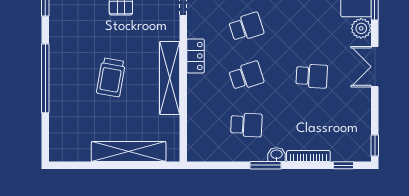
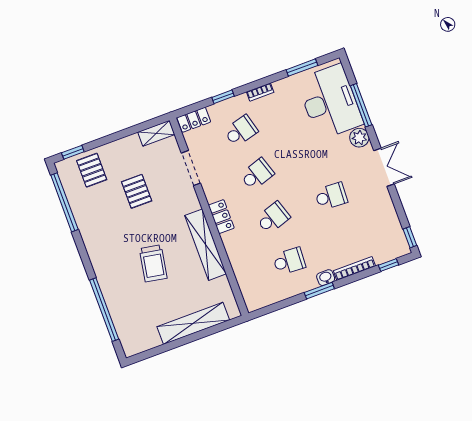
double door: (375, 67) -> (384, 167), swing flipped
window: (45, 78) -> (104, 310), moved

